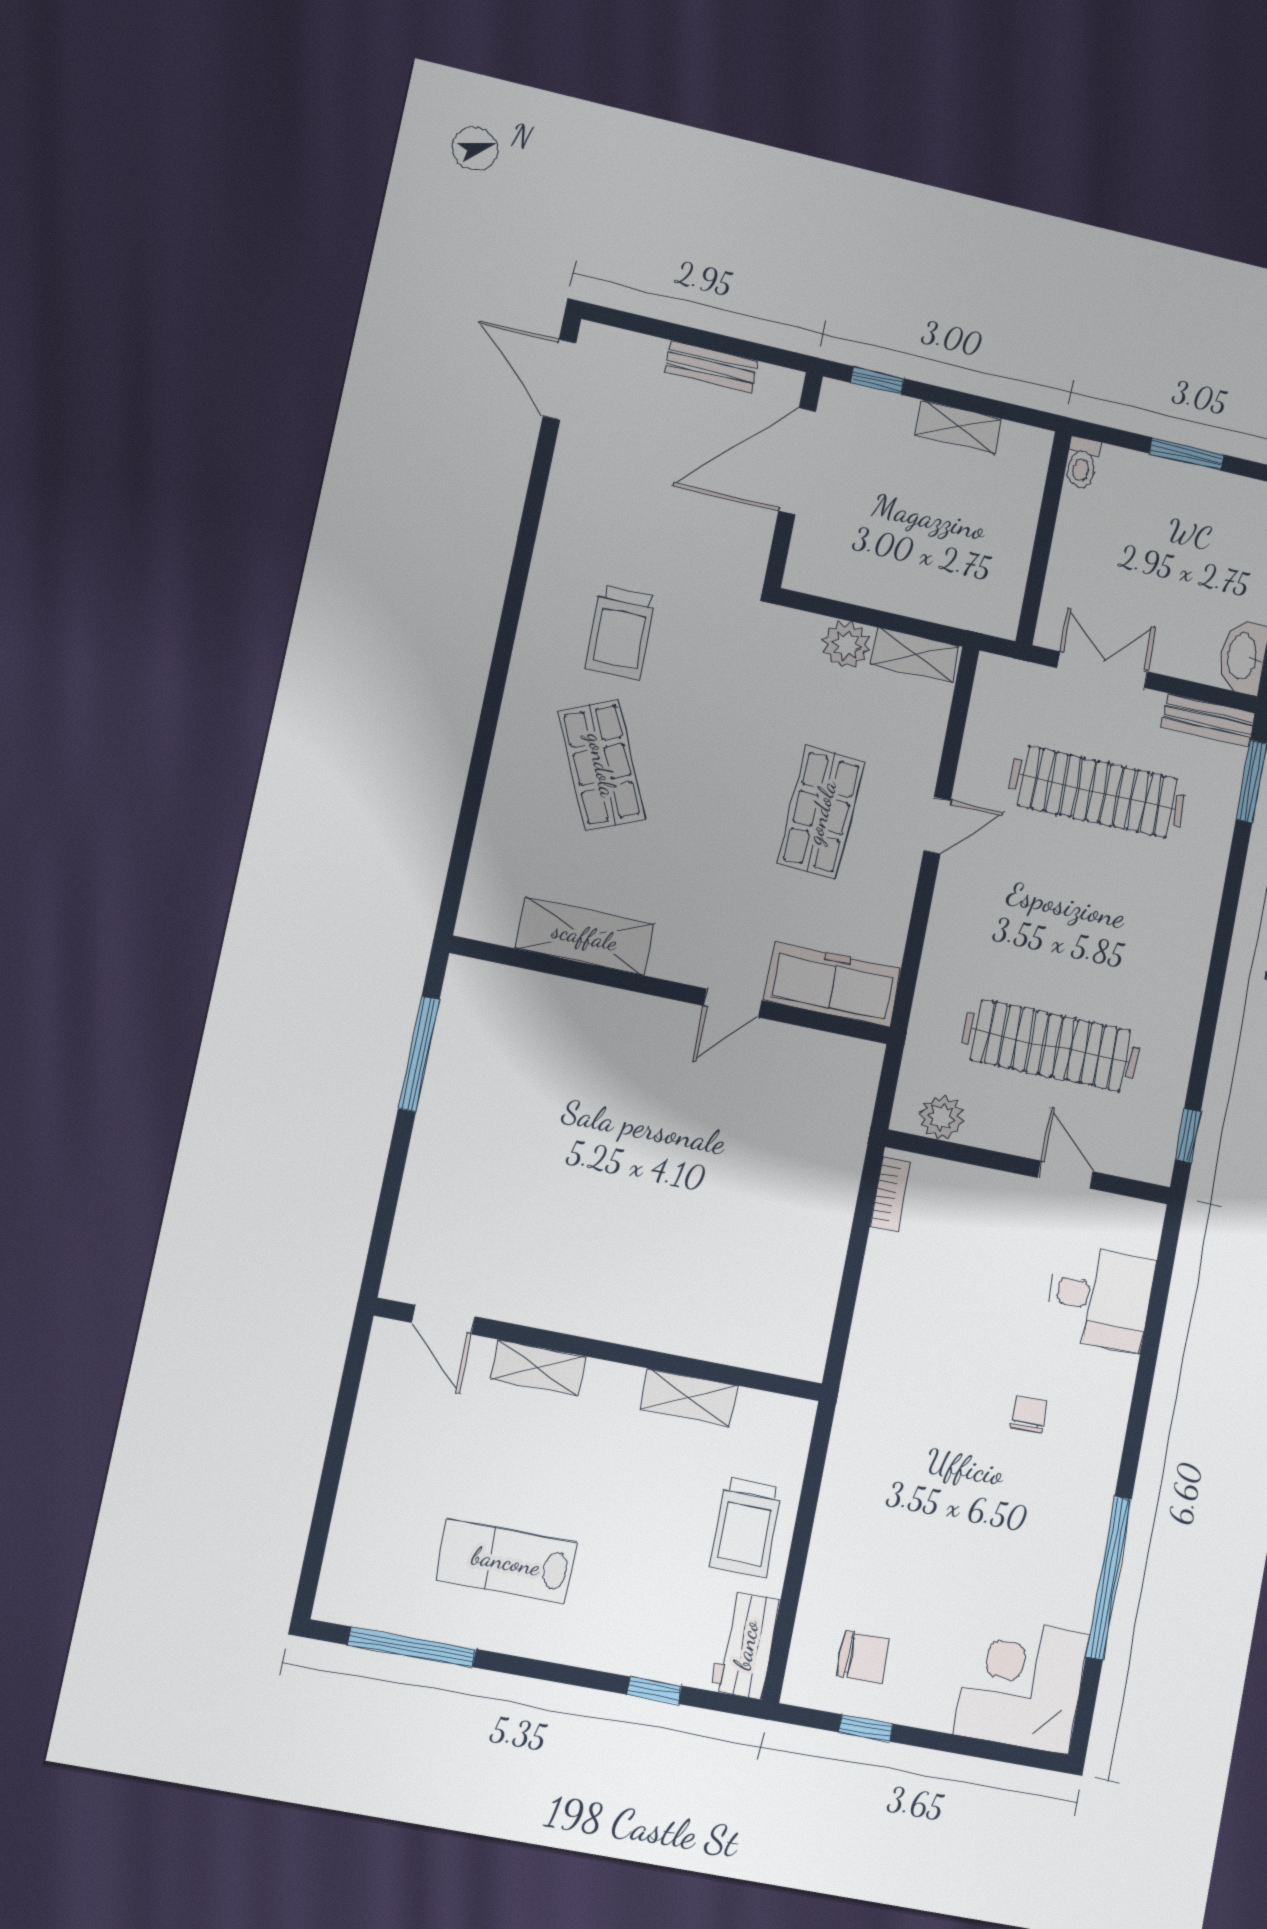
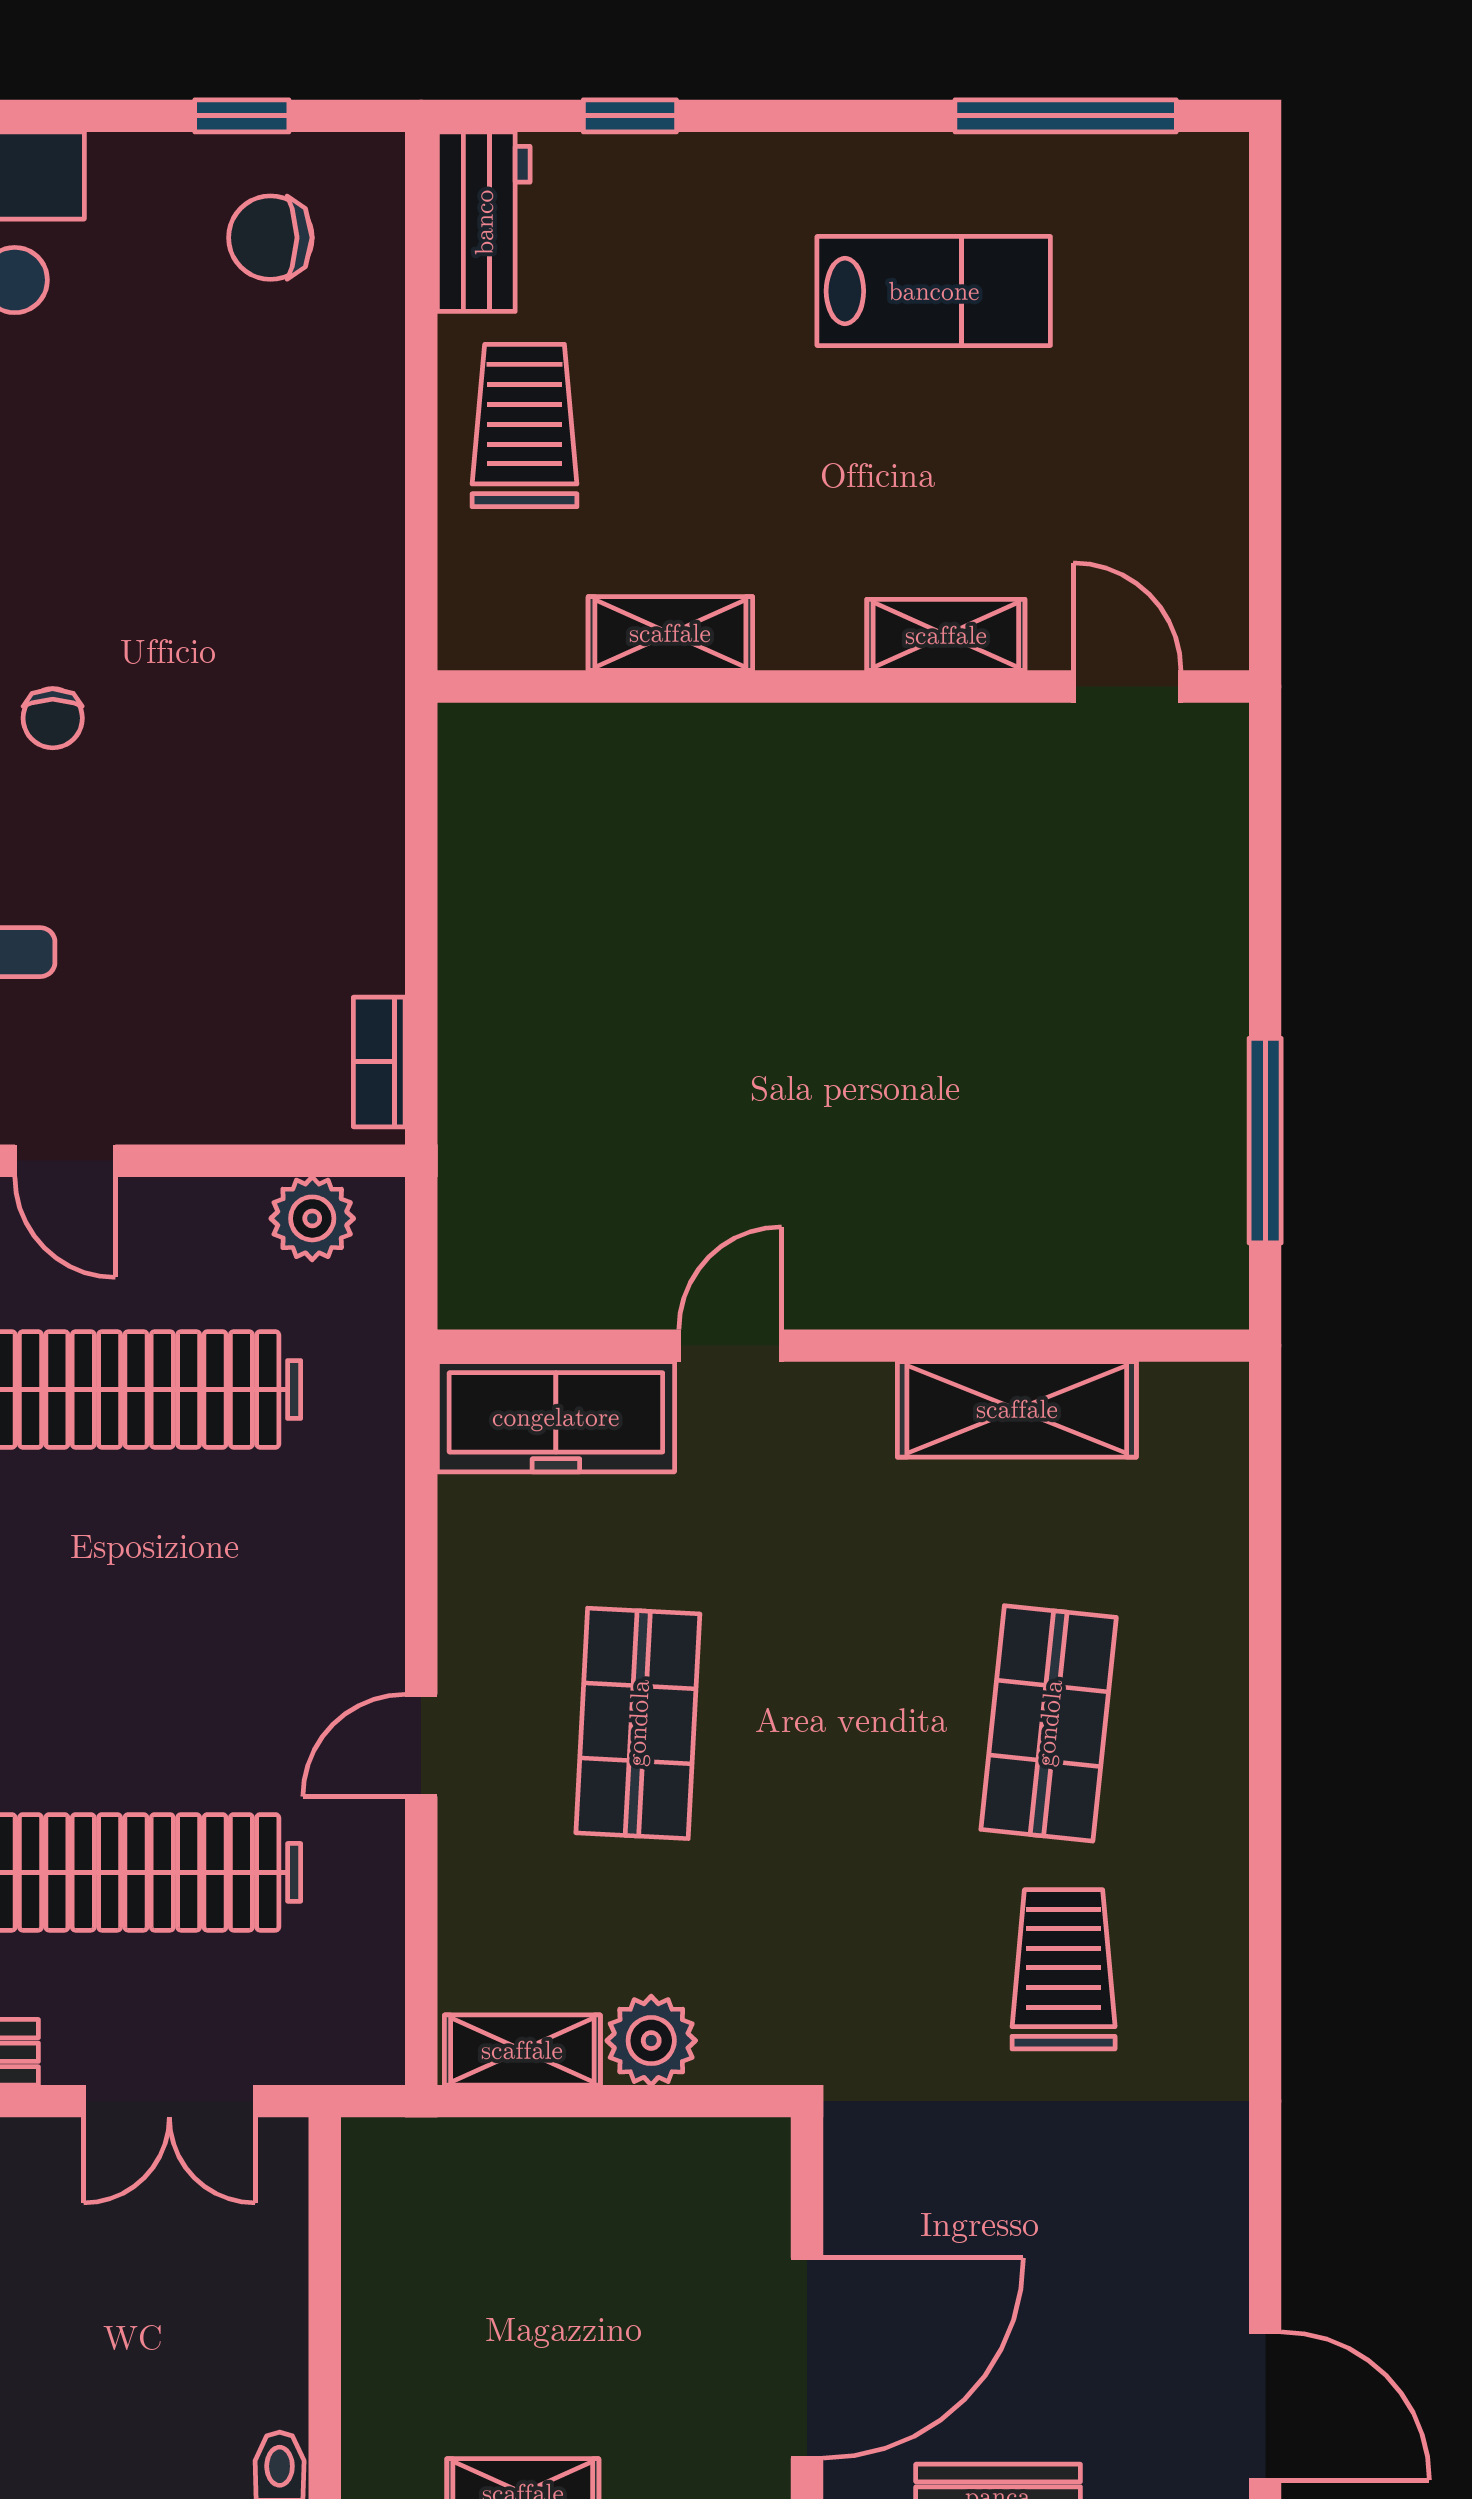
shop shelf: (602, 765) -> (1049, 1723), turned 30

